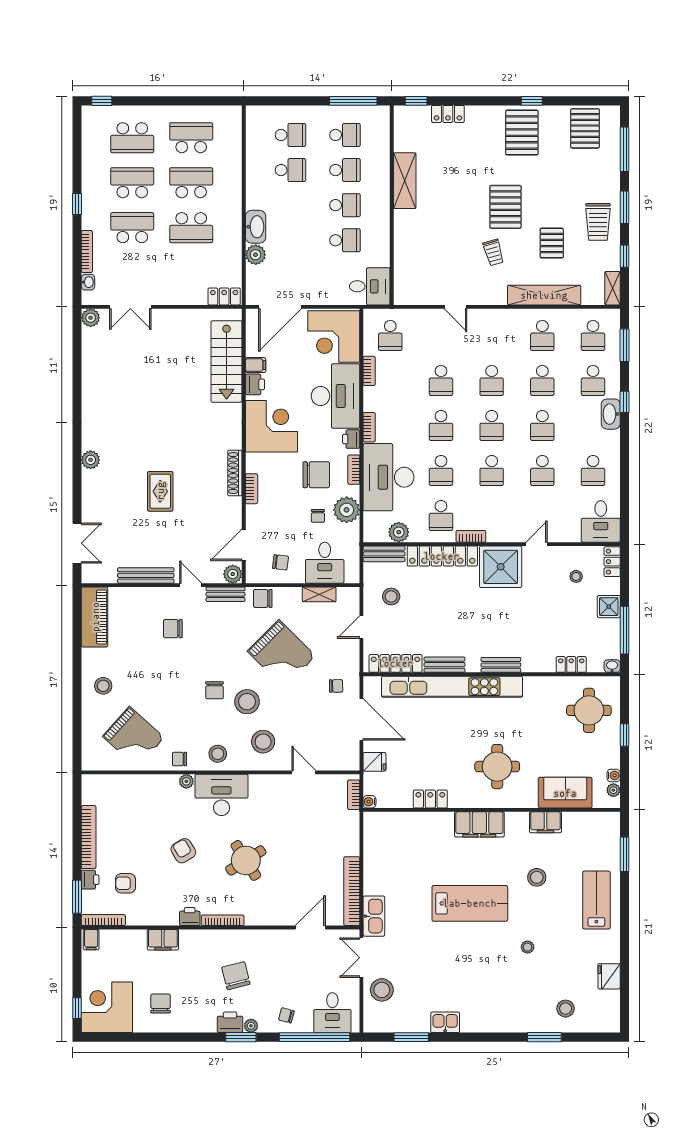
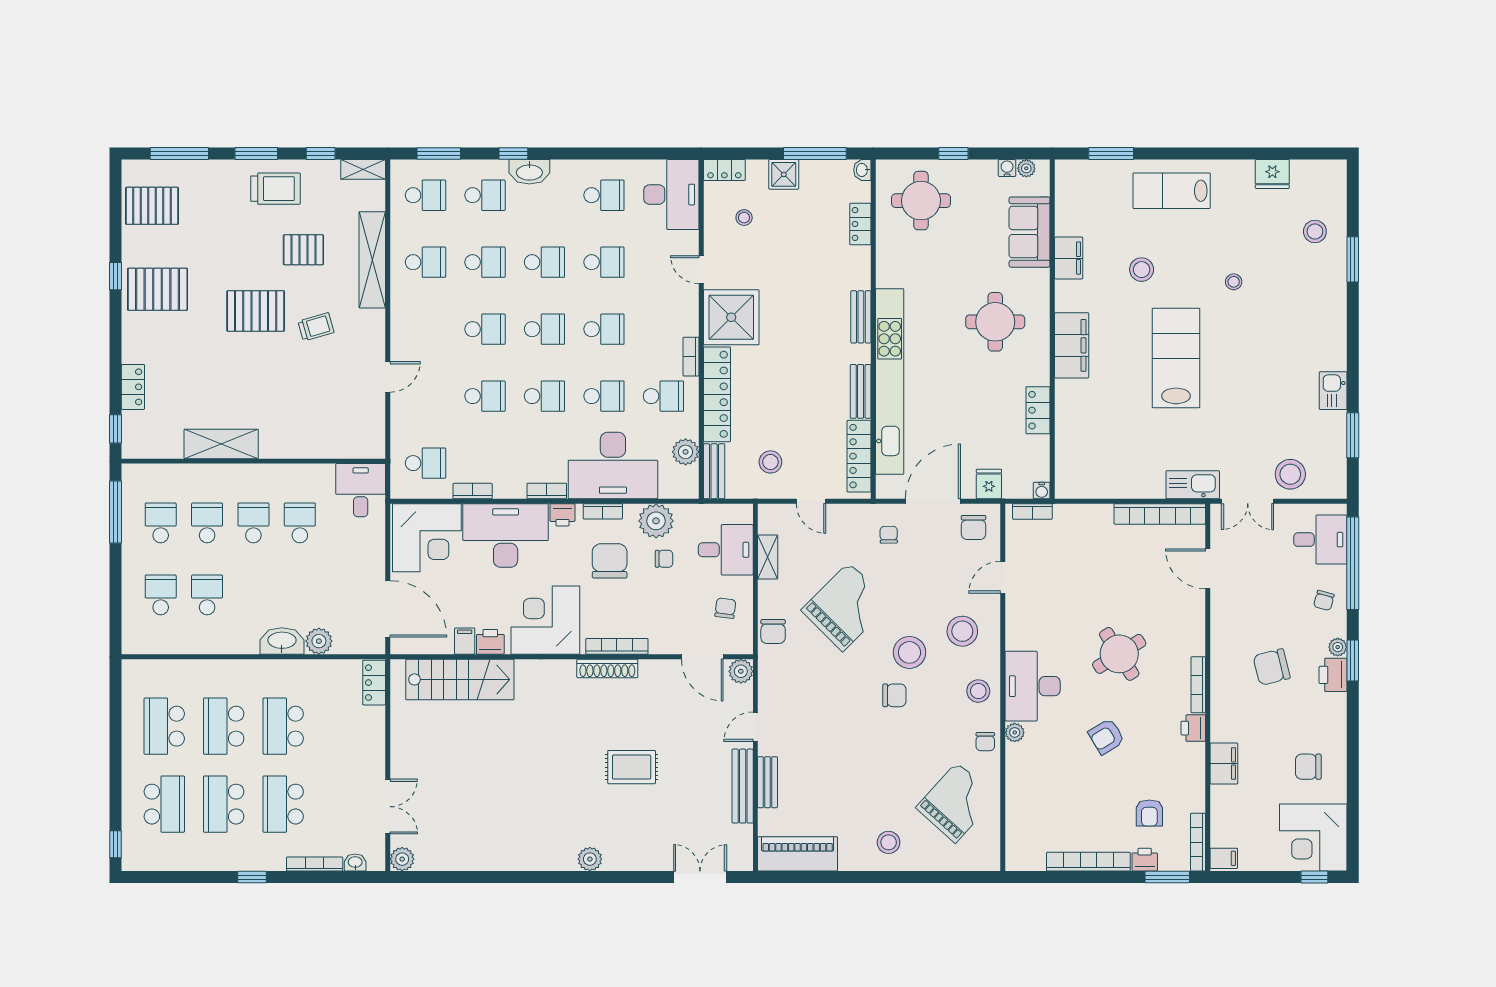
school desk: (191, 228) -> (283, 726), turned 180
bookcase: (252, 489) -> (617, 646), width x1.56
desk: (601, 521) -> (671, 195), width x1.37
bench: (226, 594) -> (768, 782), moved
chair: (173, 629) -> (974, 527), moved

